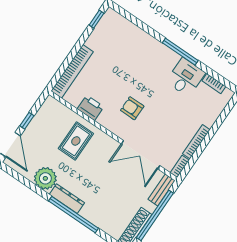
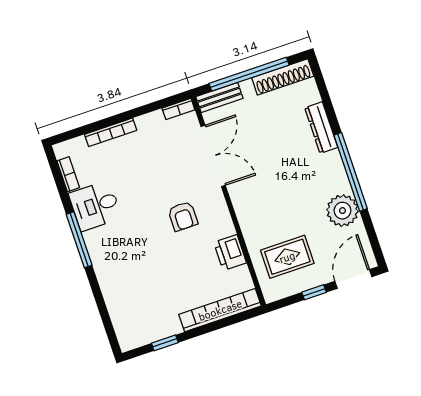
window: (97, 19) -> (165, 343), moved
rug: (76, 141) -> (287, 257), moved
bookcase: (196, 142) -> (111, 132), moved
dresser: (67, 199) -> (321, 128), moved
window: (74, 215) -> (351, 172), moved

